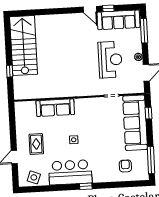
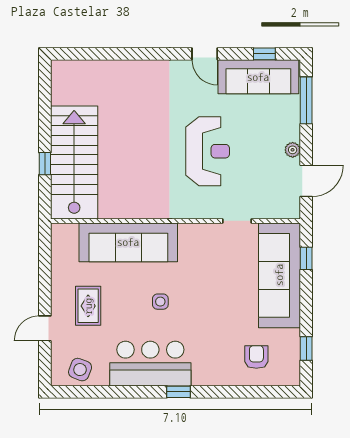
window: (108, 8) -> (264, 54), moved
stairs: (24, 46) -> (74, 162), moved
reception desk: (110, 60) -> (208, 151), moved
sofa: (55, 108) -> (128, 242), width x1.36, depth x1.27
window: (151, 160) -> (306, 349), width x0.46

